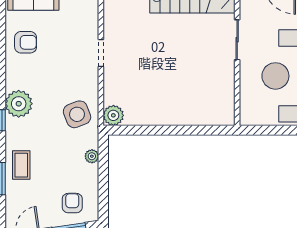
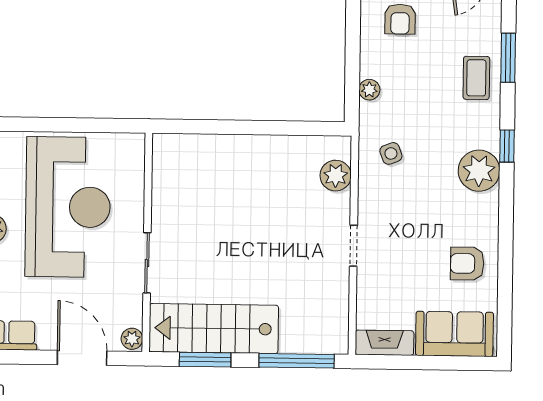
side table: (77, 114) -> (391, 153), width x0.54, depth x0.54
plant: (113, 115) -> (336, 176), moved

